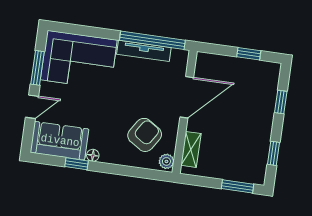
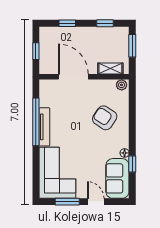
door: (187, 97) -> (73, 77), moved
wall: (185, 112) -> (84, 77), moved
shelving: (191, 149) -> (110, 69), moved
plant: (166, 161) -> (122, 85), moved

